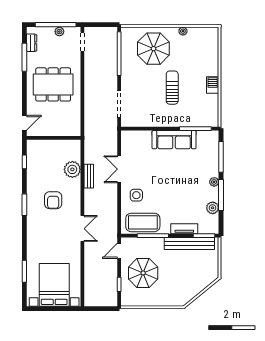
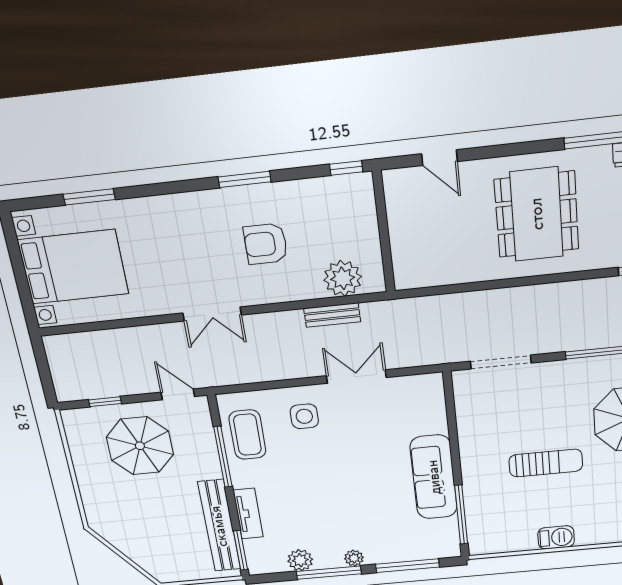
wall: (54, 138) -> (384, 232), moved
coffee table: (143, 222) -> (247, 435), width x0.73, depth x0.76

